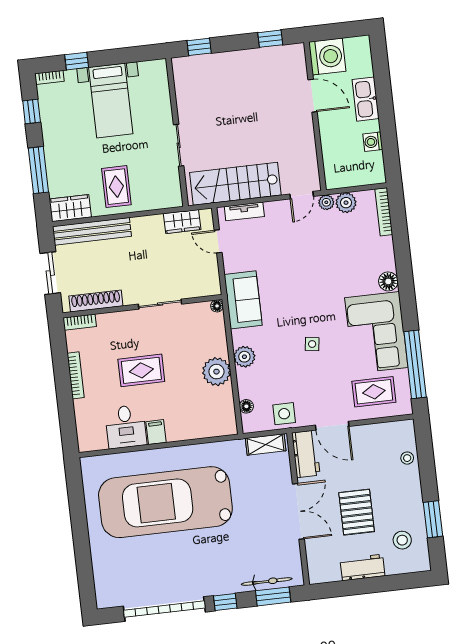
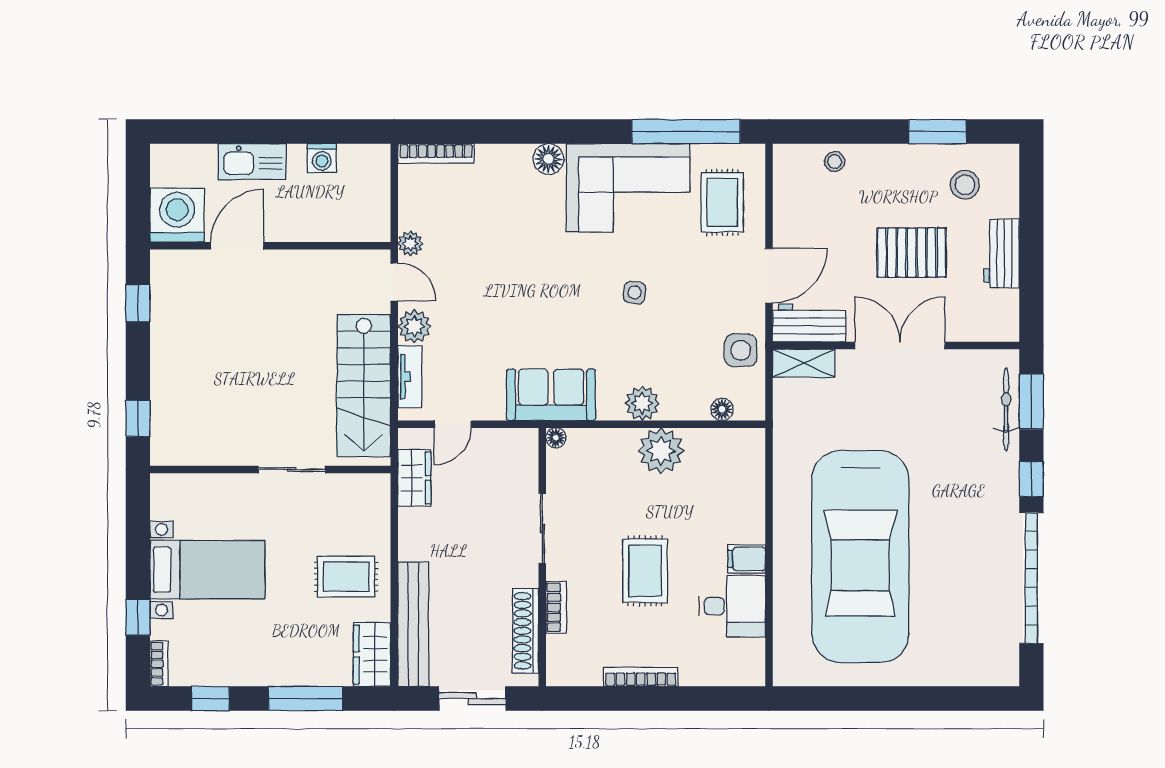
plant: (346, 203) -> (414, 326), moved
bookcase: (80, 322) -> (556, 607), moved
shelving: (266, 444) -> (804, 363), moved, turned 90

